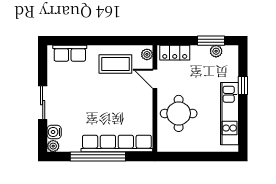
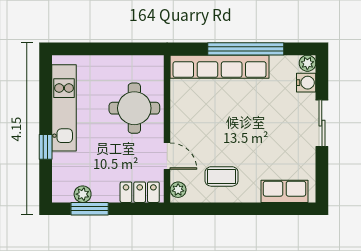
coffee table: (115, 64) -> (222, 176), width x0.73, depth x0.77

